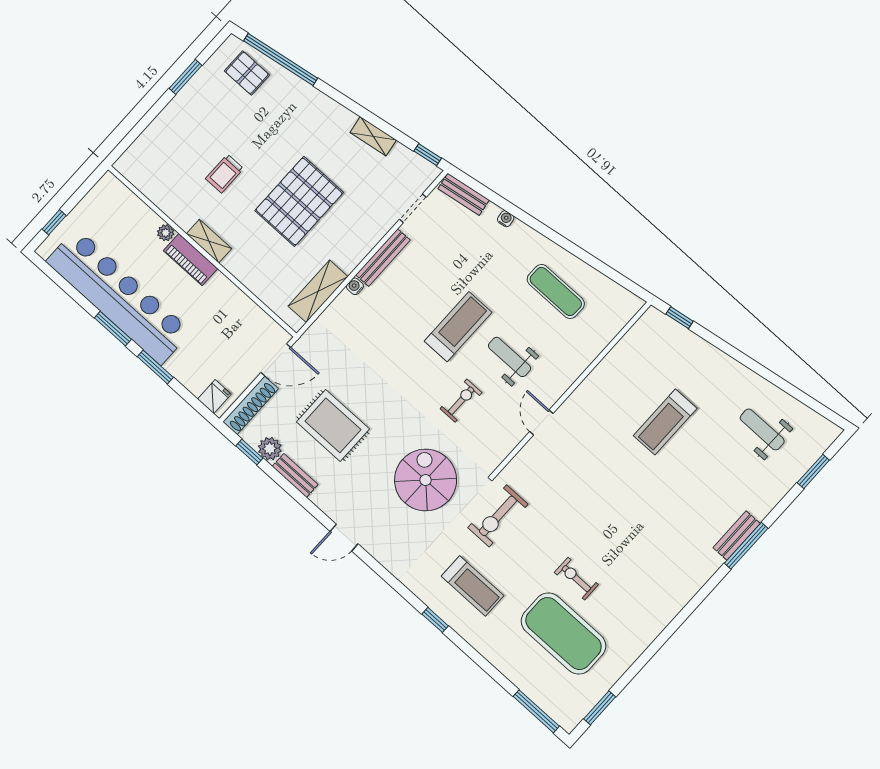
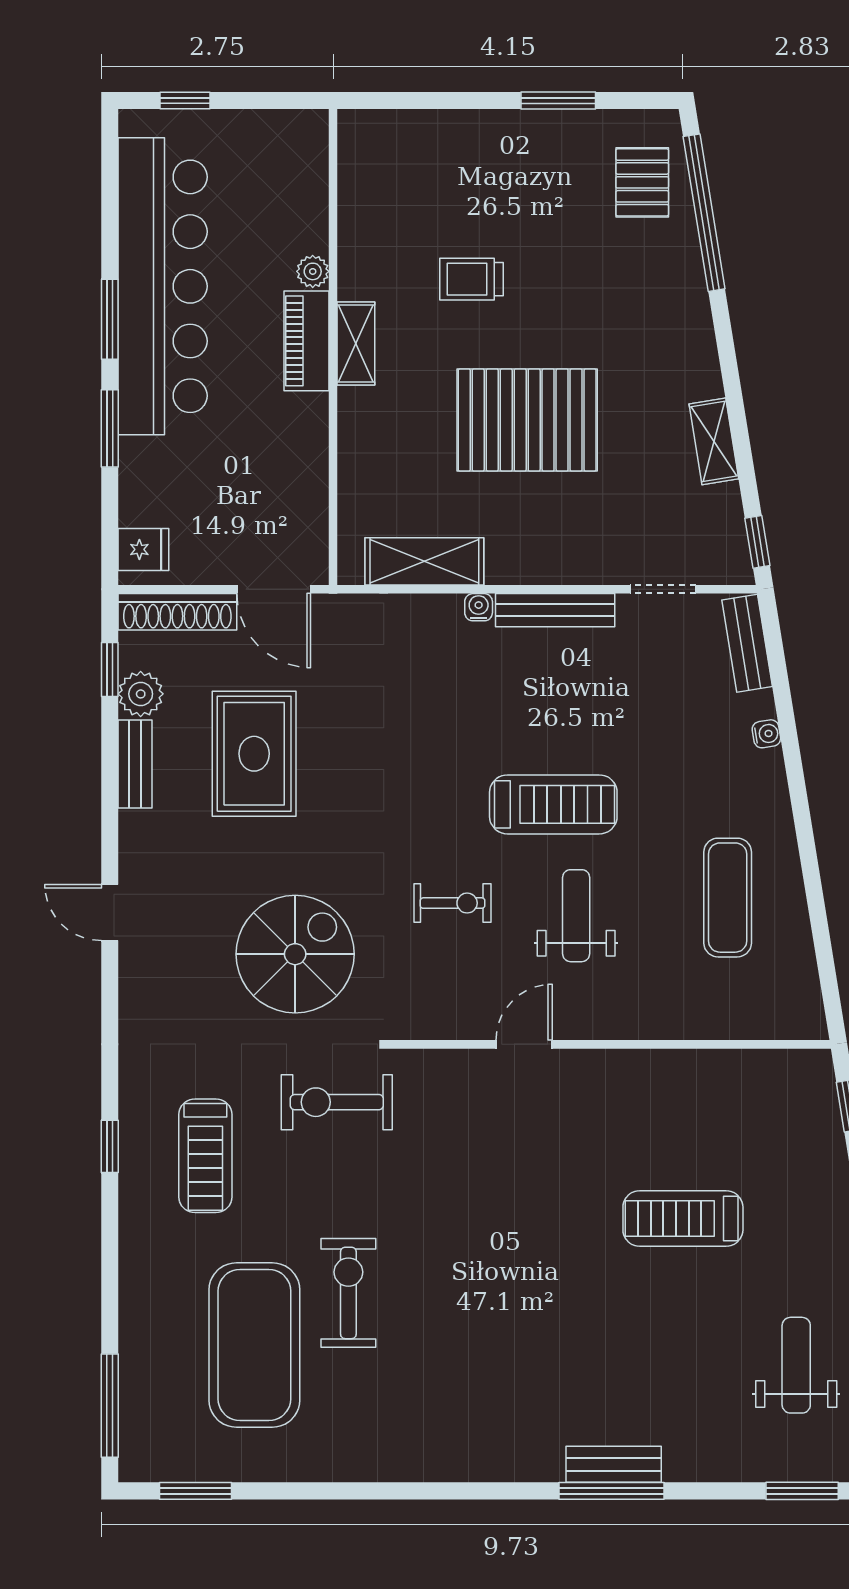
exercise bike: (576, 579) -> (348, 1293), width x1.38, depth x1.39

